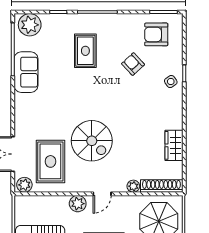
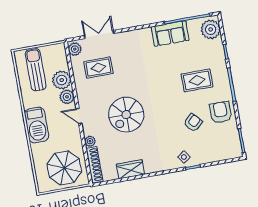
armchair: (156, 34) -> (221, 112), moved
spiral stairs: (92, 141) -> (126, 115), moved
rug: (50, 161) -> (98, 68), width x0.73, depth x0.70
plant: (57, 206) -> (62, 80), added

